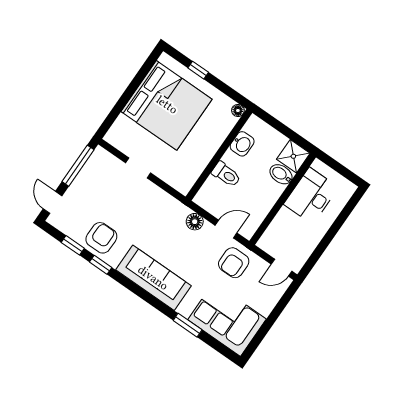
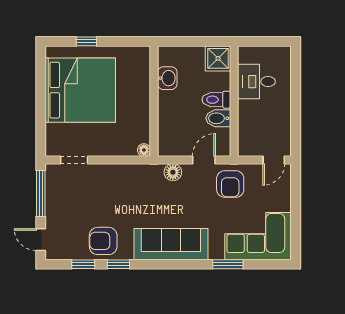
floor lamp: (238, 111) -> (144, 150), moved
doorway: (138, 168) -> (74, 160), moved
toilet: (226, 174) -> (216, 100), moved, turned 180
bidet: (281, 174) -> (218, 118), moved
desk: (311, 196) -> (256, 82), width x0.73
armchair: (101, 238) -> (103, 241), turned -90

